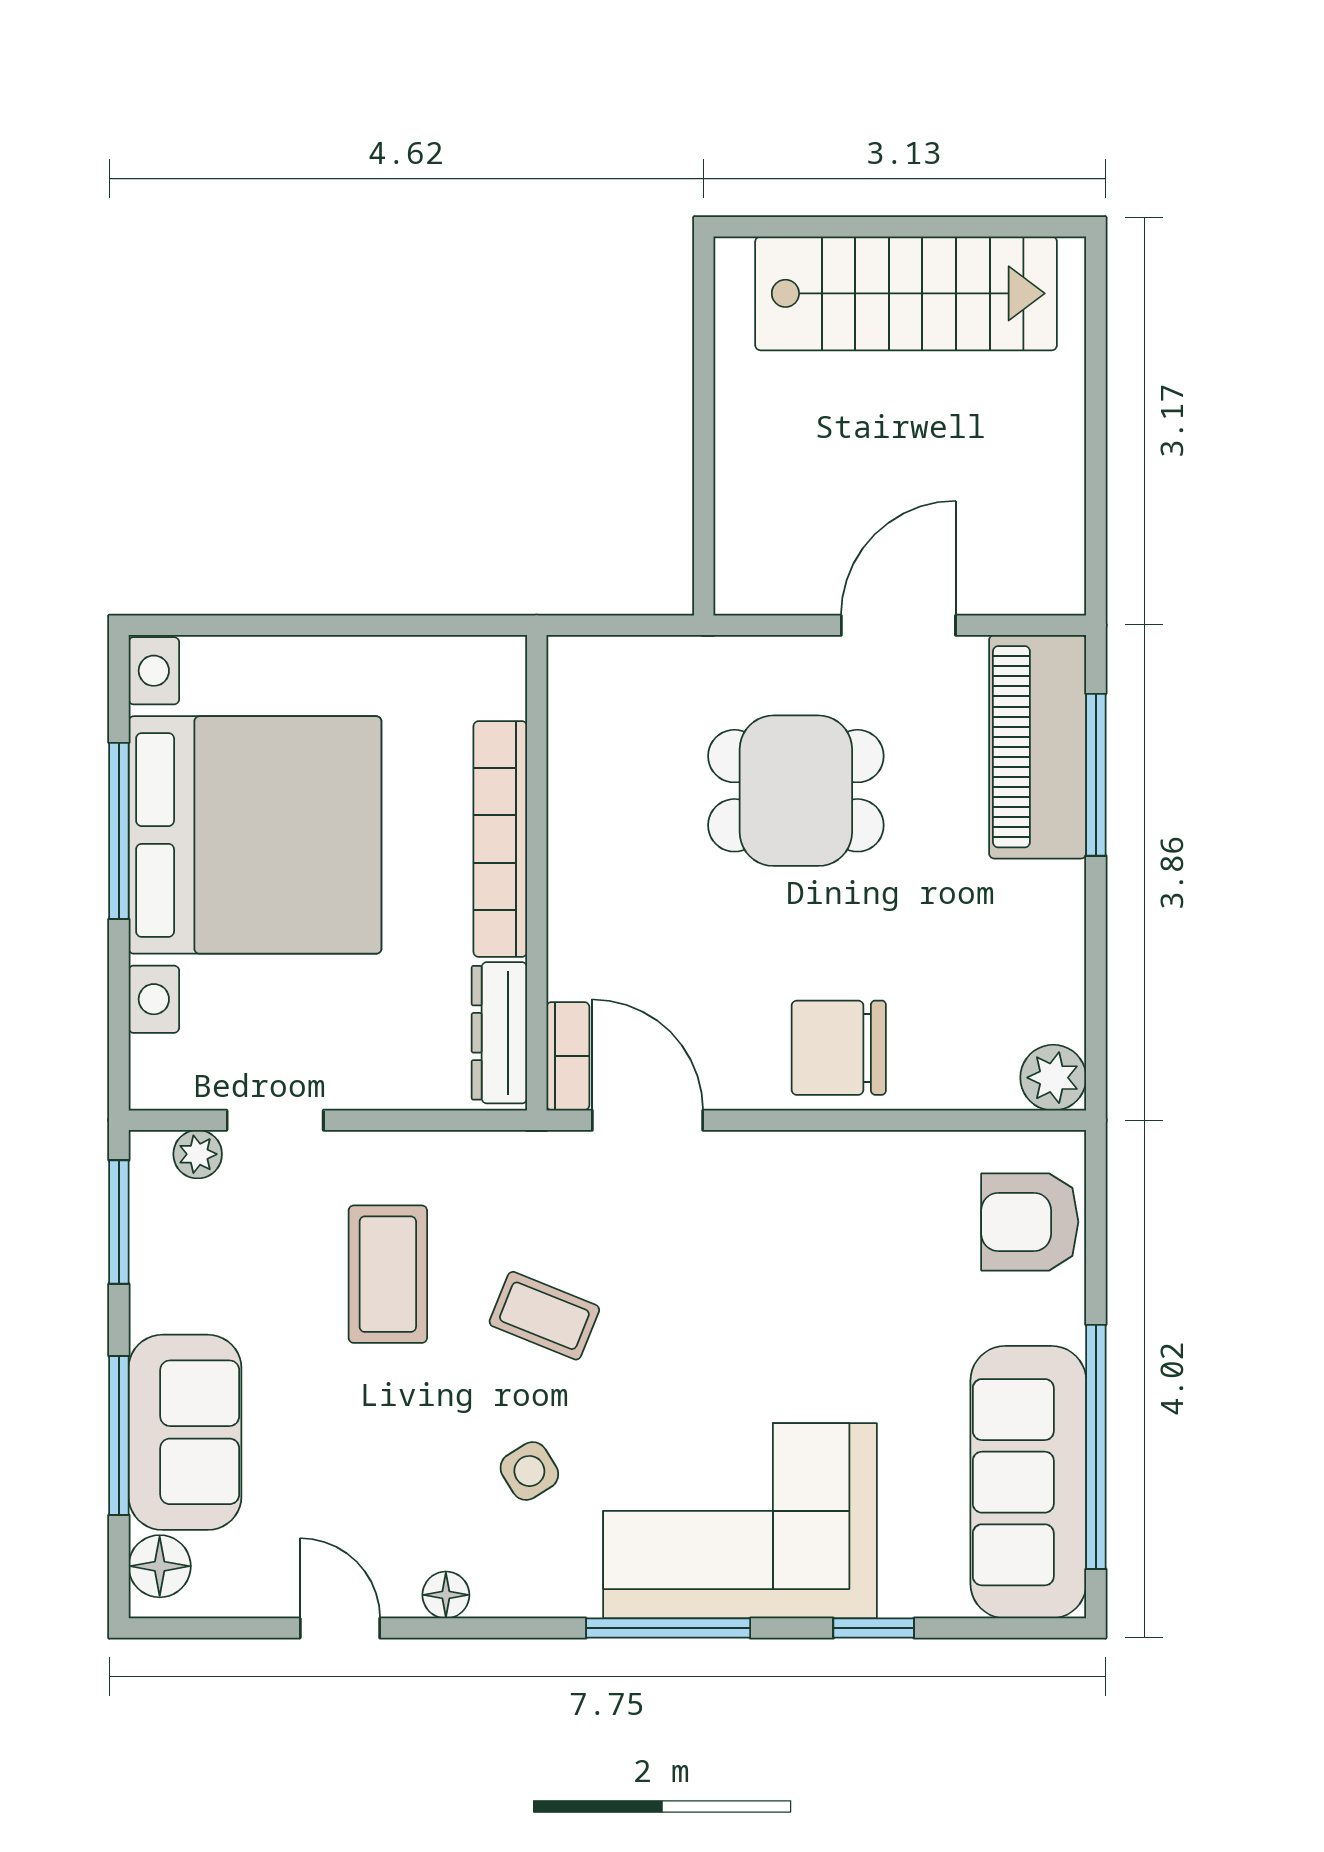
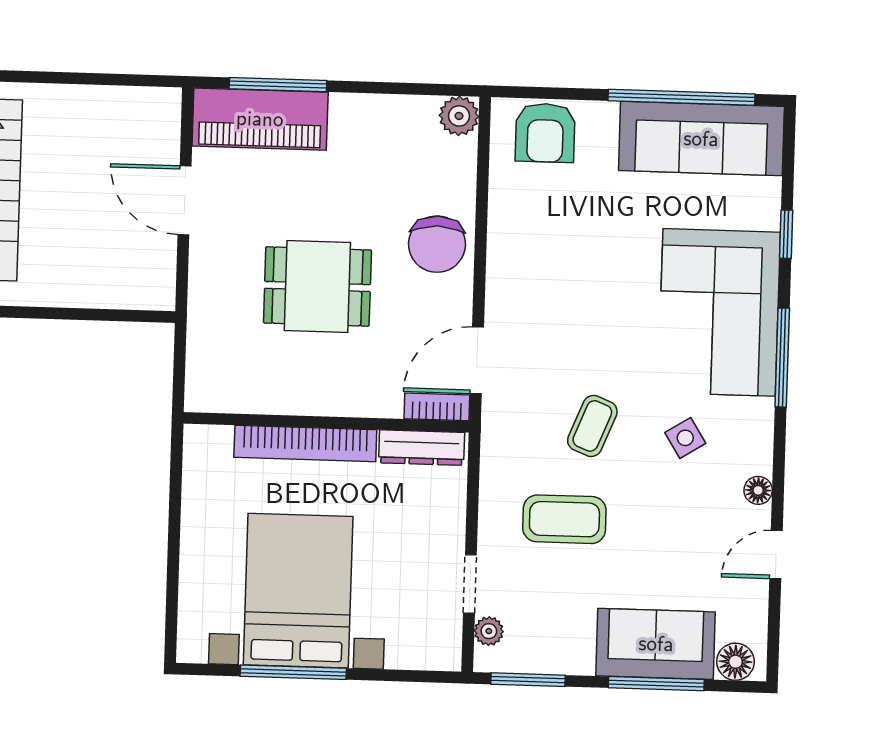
dining table: (796, 791) -> (317, 286), moved, turned 90
bed with nightstands: (255, 835) -> (298, 591), width x0.73

